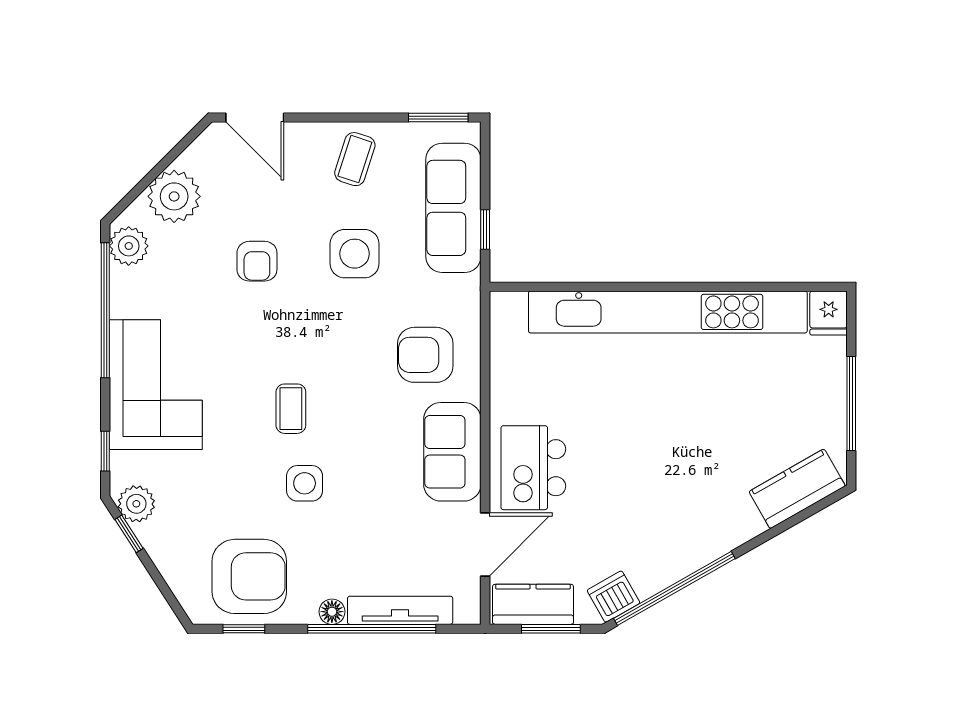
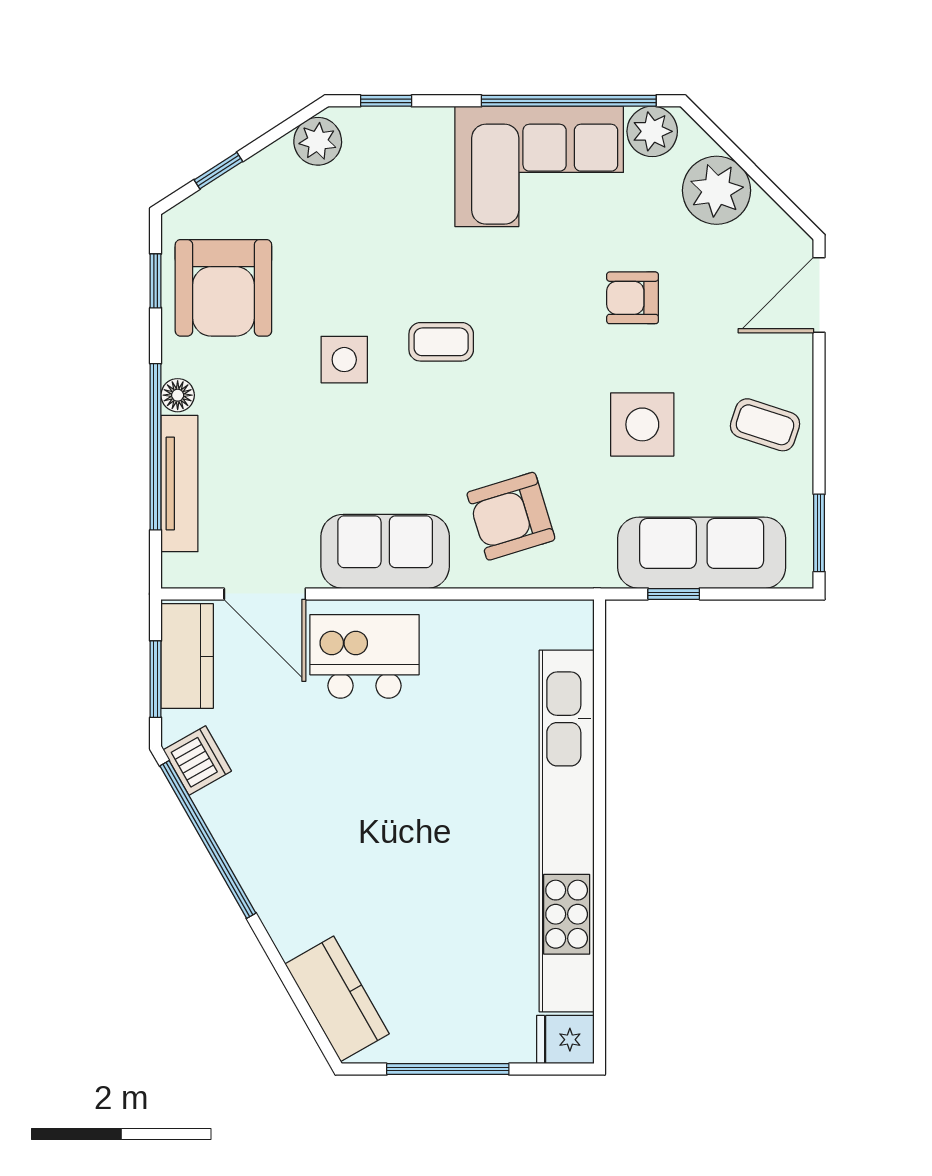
armchair: (425, 355) -> (511, 516), turned -107
corner sofa: (156, 385) -> (539, 166), moved
window: (129, 534) -> (218, 171), moved

